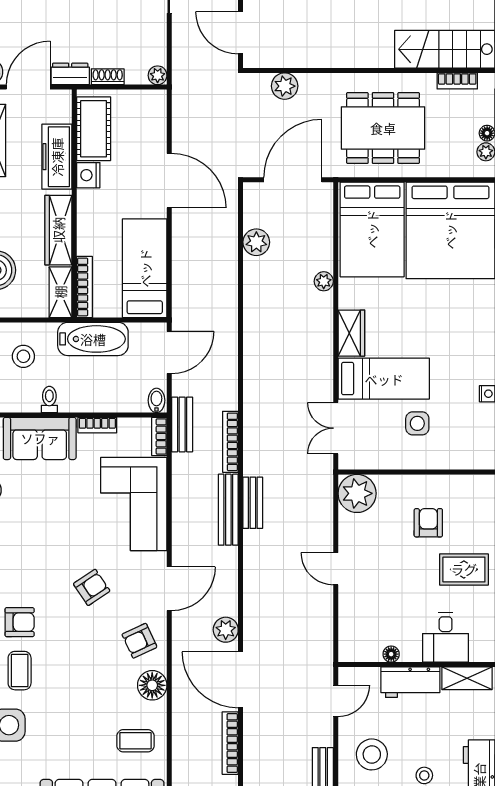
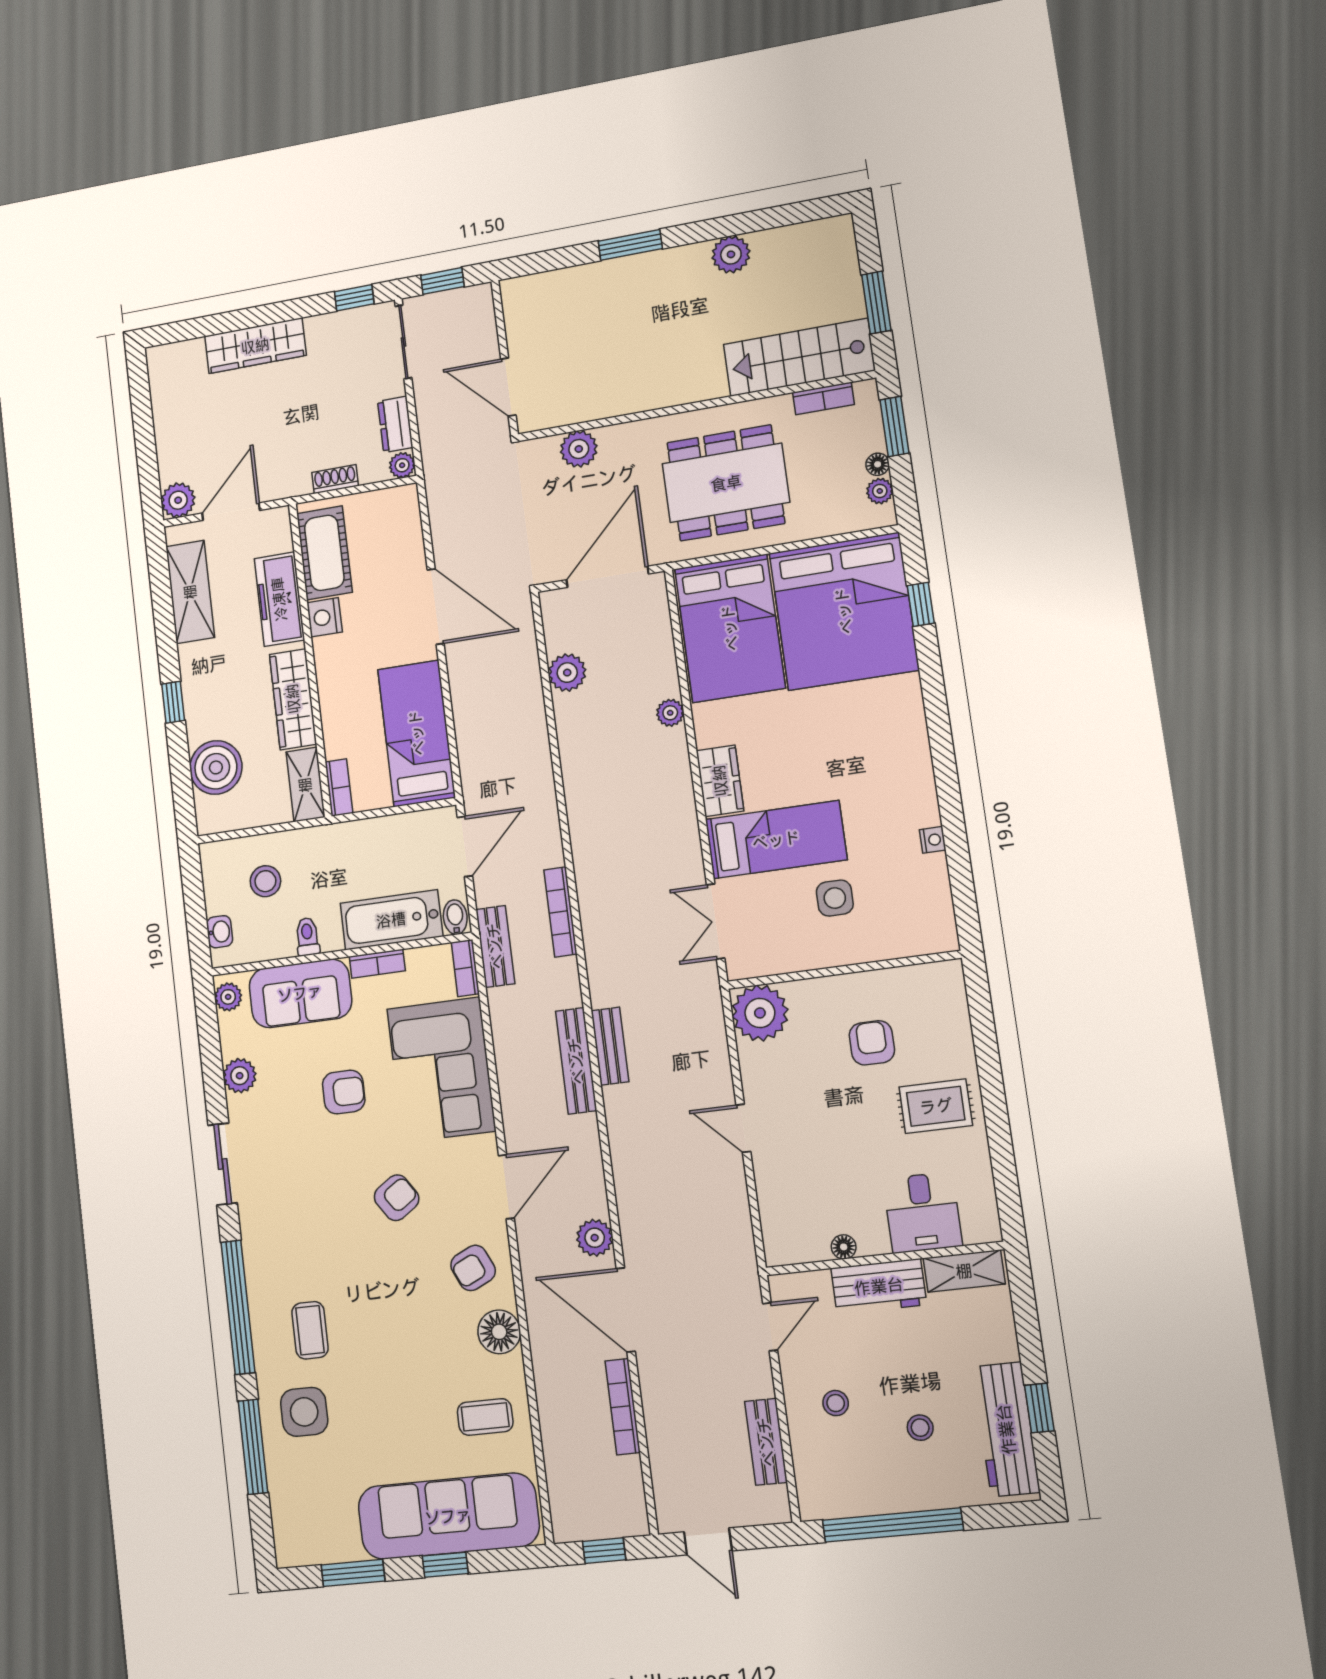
dresser: (70, 74) -> (395, 424), moved, turned -90
bookcase: (84, 287) -> (339, 788), width x0.64
bathtub: (93, 339) -> (391, 920), moved, turned 180
bookcase: (230, 442) -> (560, 912), moved
armchair: (20, 622) -> (344, 1092), moved
stool: (372, 754) -> (836, 1403), width x0.53, depth x0.53

